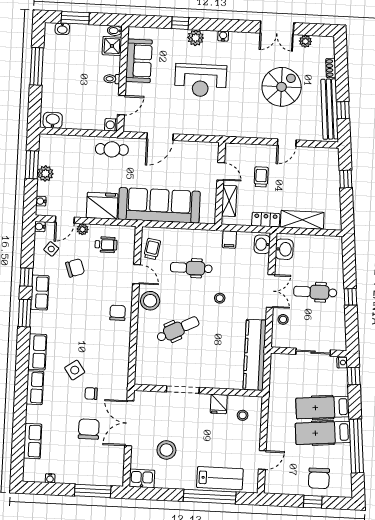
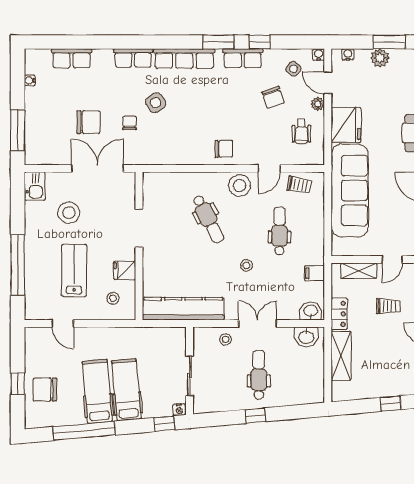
double door: (271, 291) -> (258, 323), swing flipped
row of seats: (37, 352) -> (184, 59), width x1.48
lab bench: (220, 478) -> (74, 270), moved, turned 180

